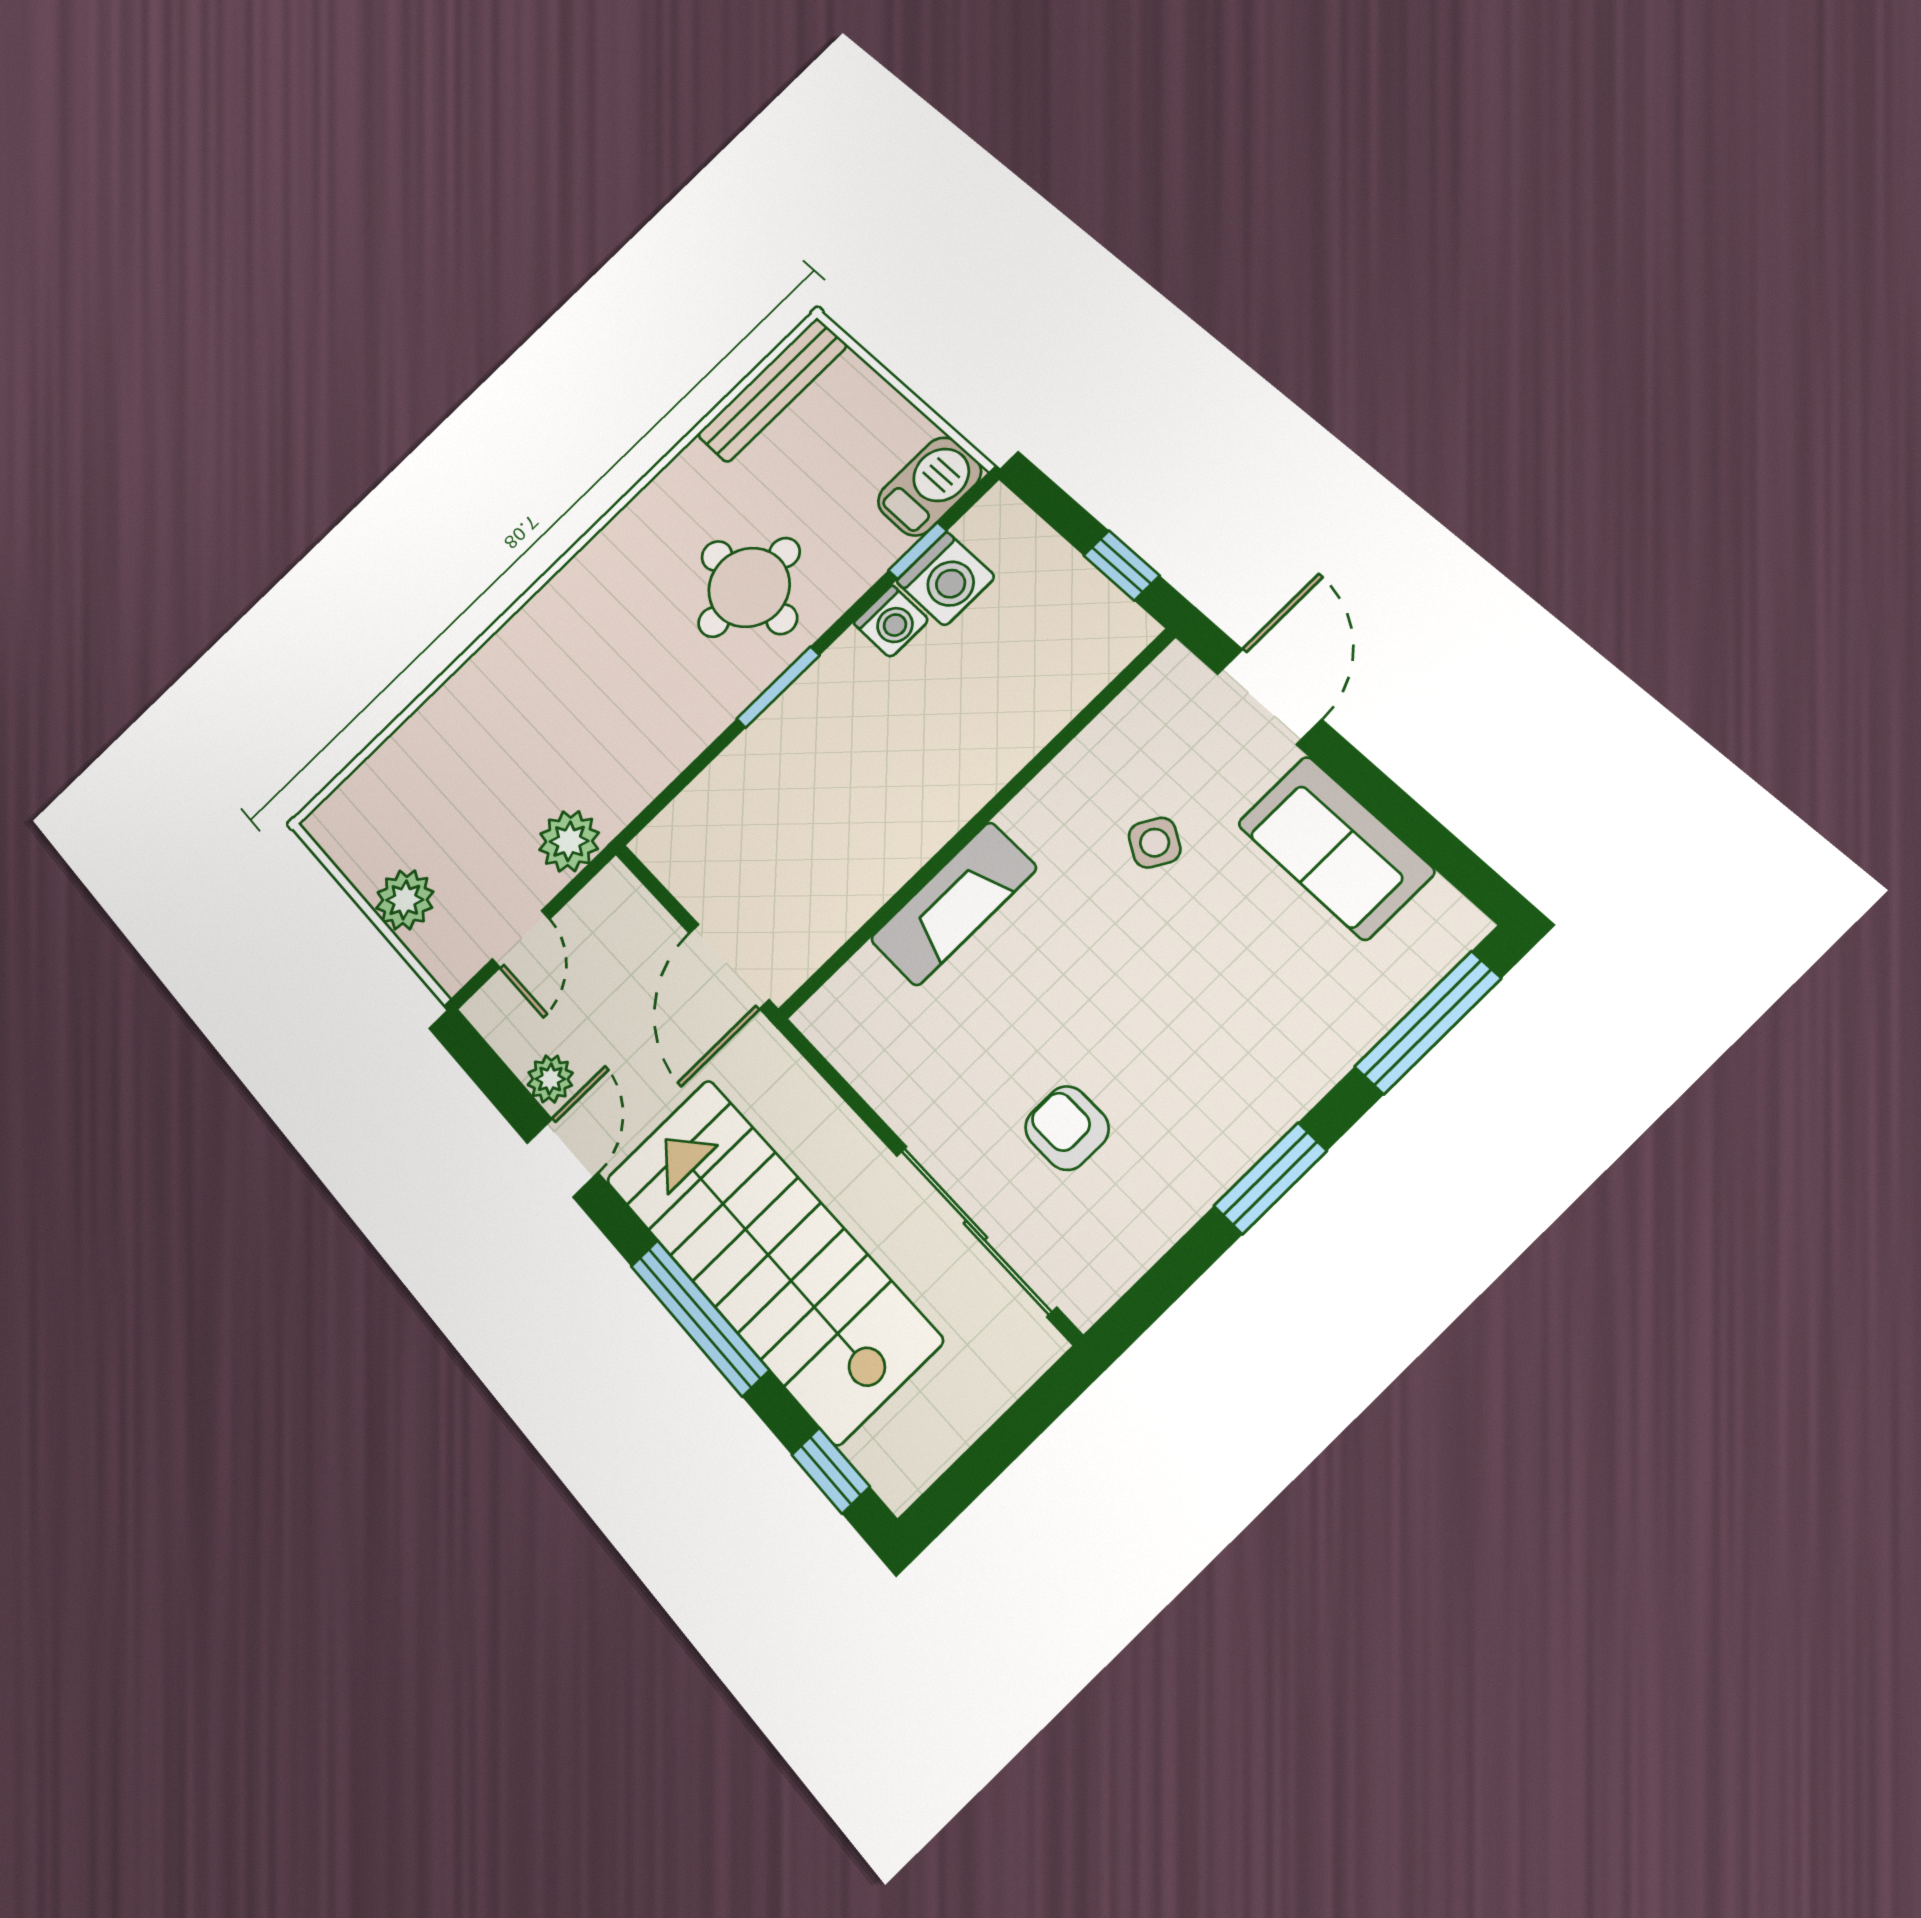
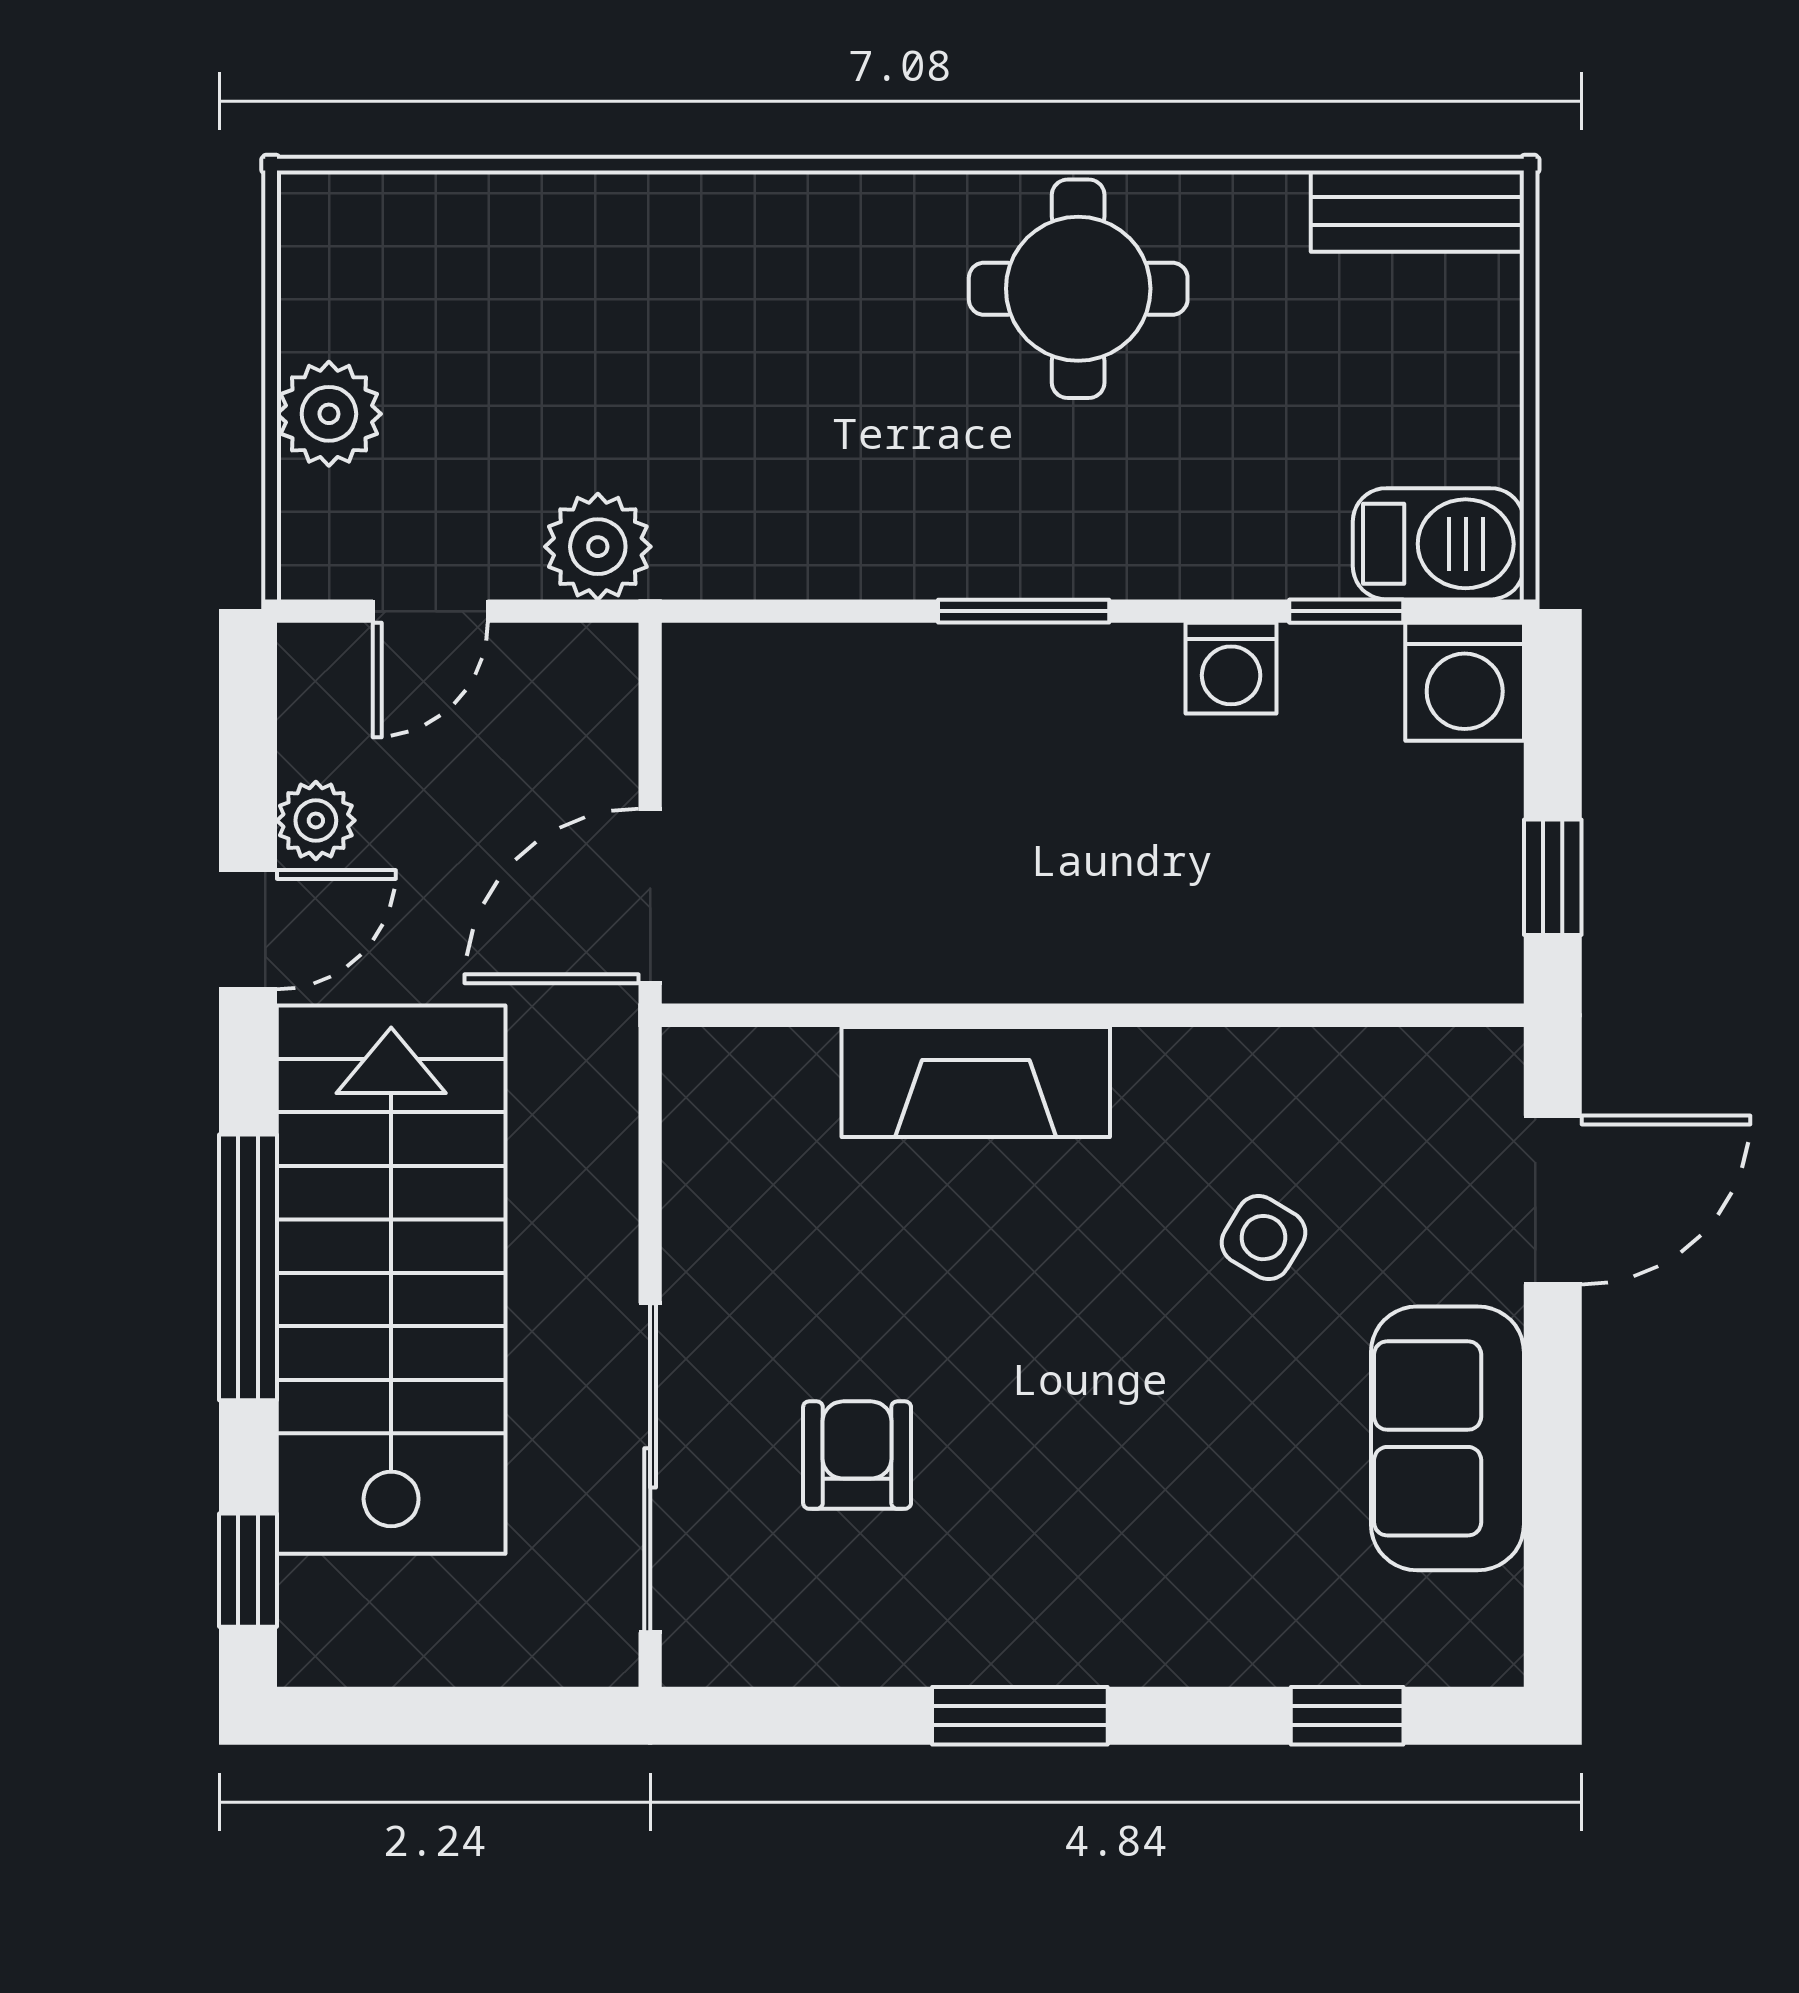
bench: (772, 390) -> (1417, 211), width x0.73
washing machine: (946, 579) -> (1465, 682), moved
round table: (749, 587) -> (1078, 289), moved
window: (1428, 1023) -> (1347, 1716), width x0.46

